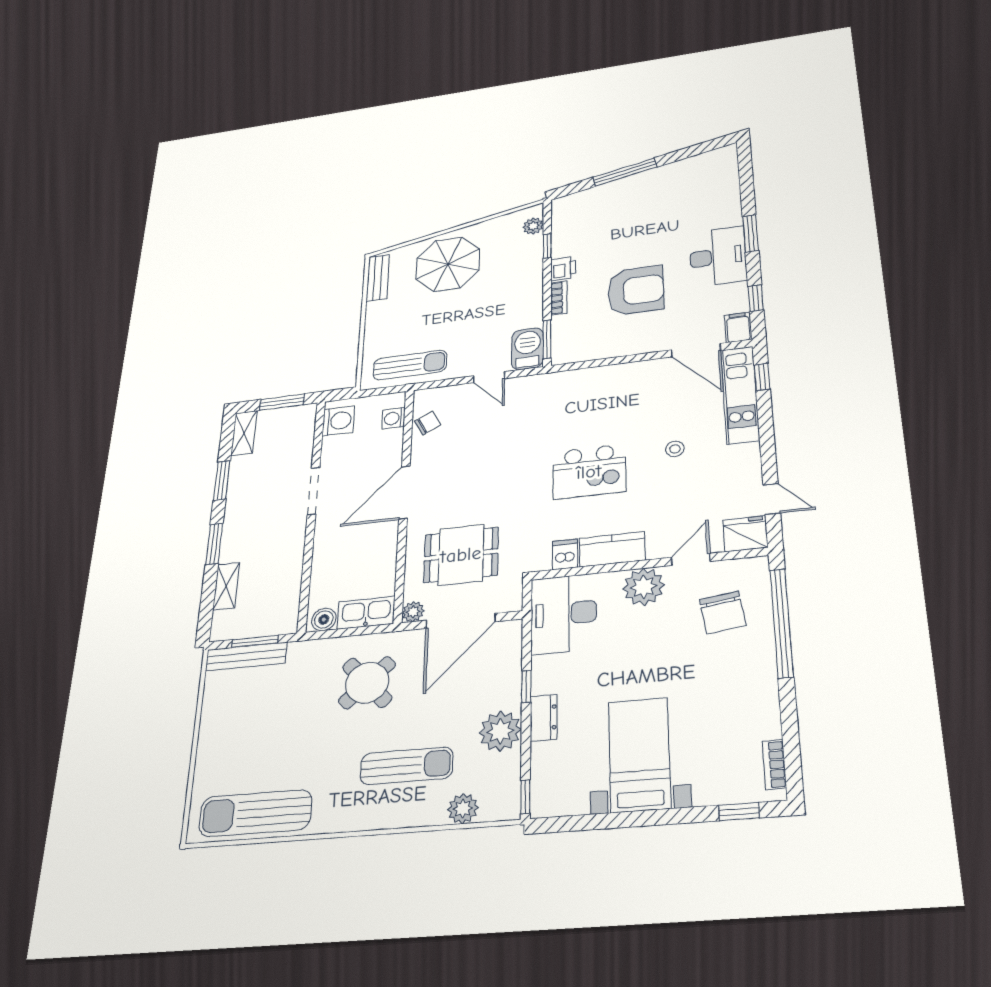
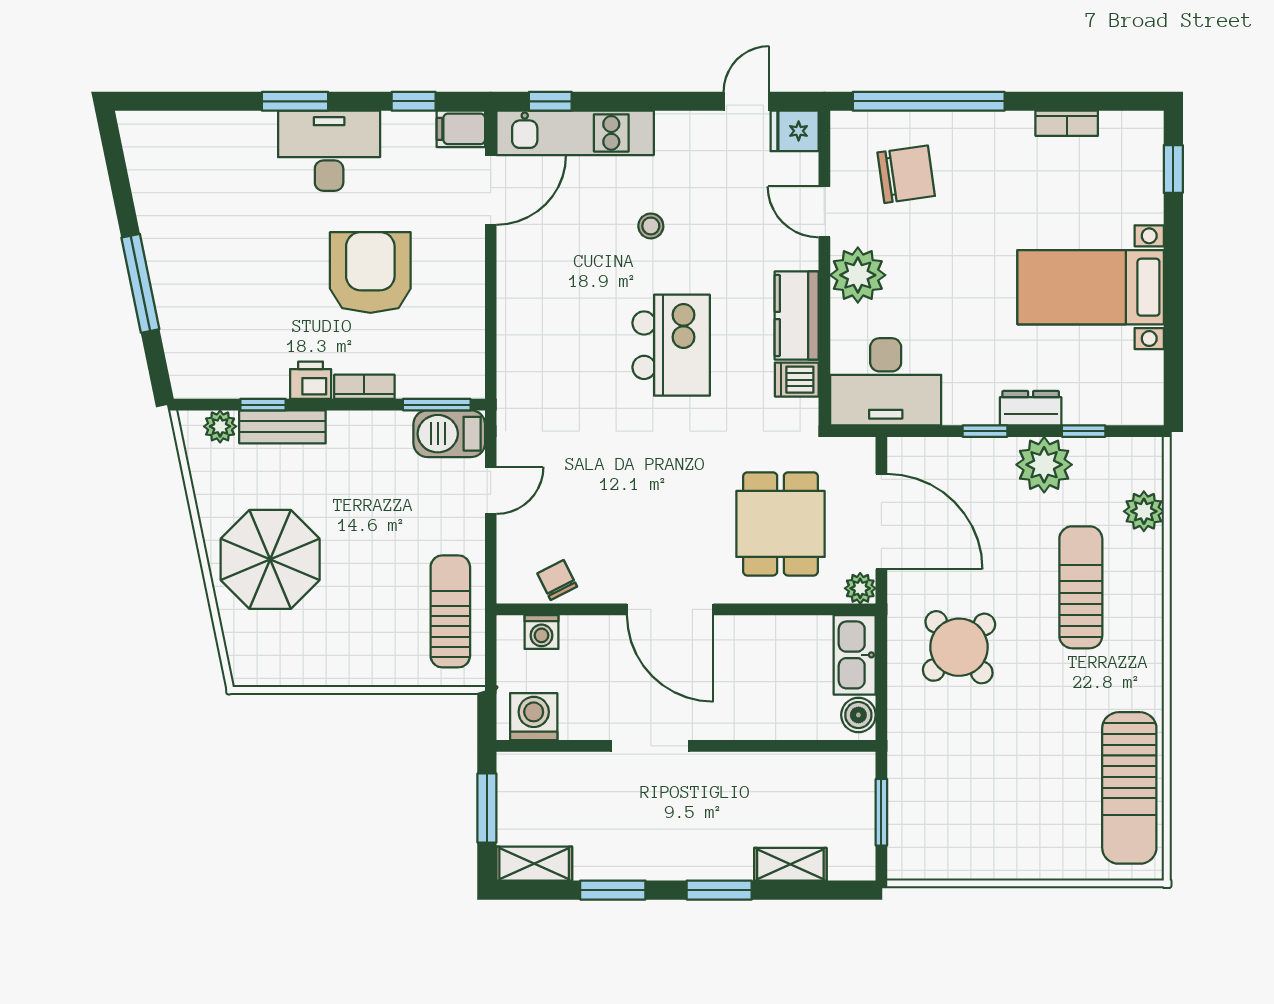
bench: (378, 278) -> (282, 427), moved
fridge: (745, 534) -> (795, 131), width x0.72
bench: (246, 656) -> (903, 823), removed
bookcase: (774, 764) -> (1067, 123), moved
window: (525, 797) -> (1084, 431), moved

